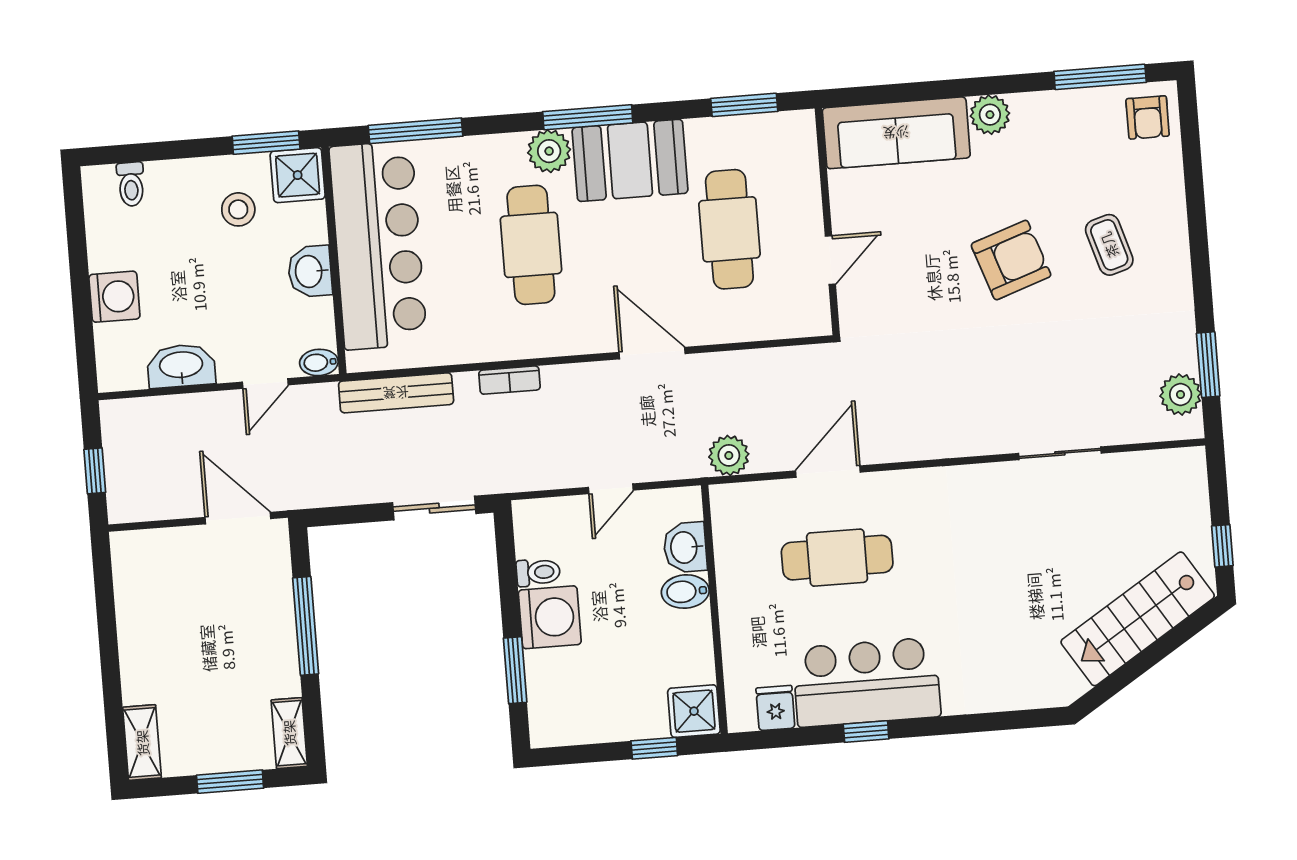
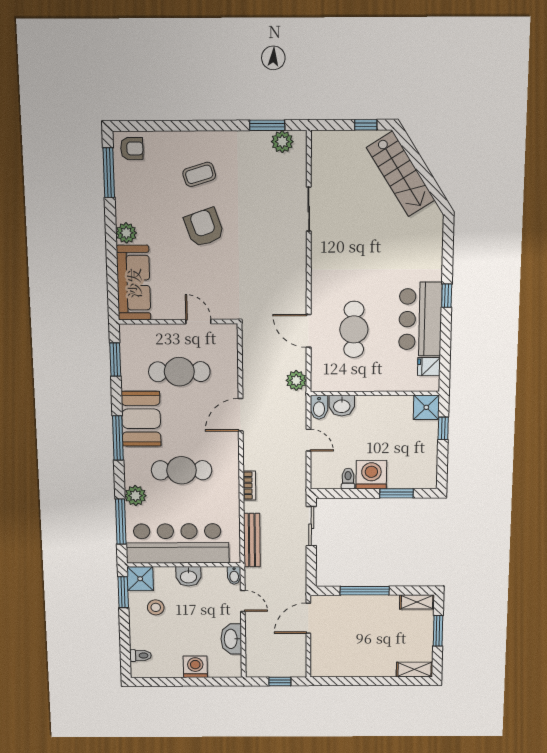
plant: (549, 151) -> (135, 496), moved
bidet: (685, 592) -> (319, 407), moved
window: (866, 732) -> (447, 296), moved

